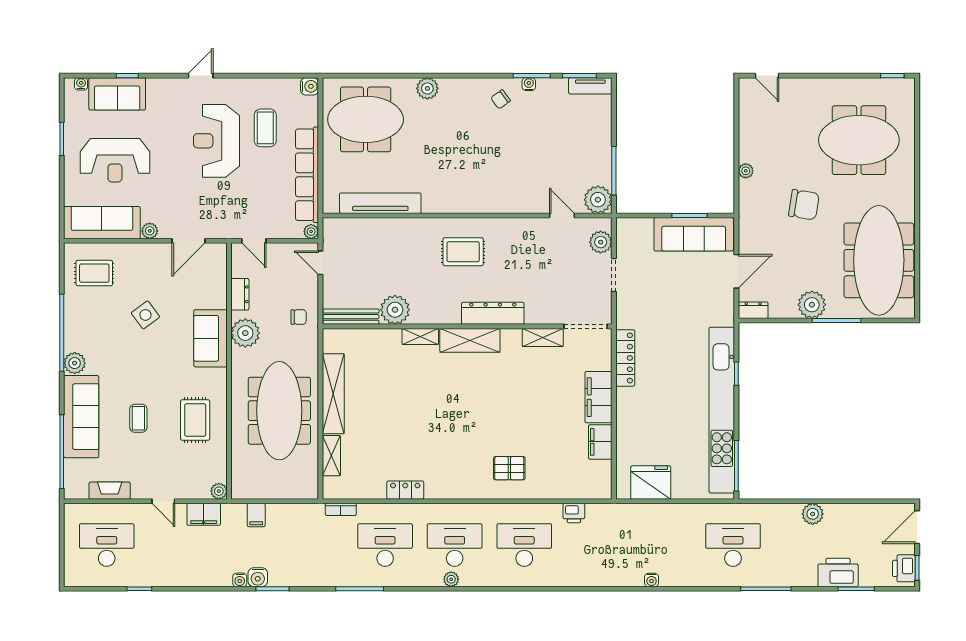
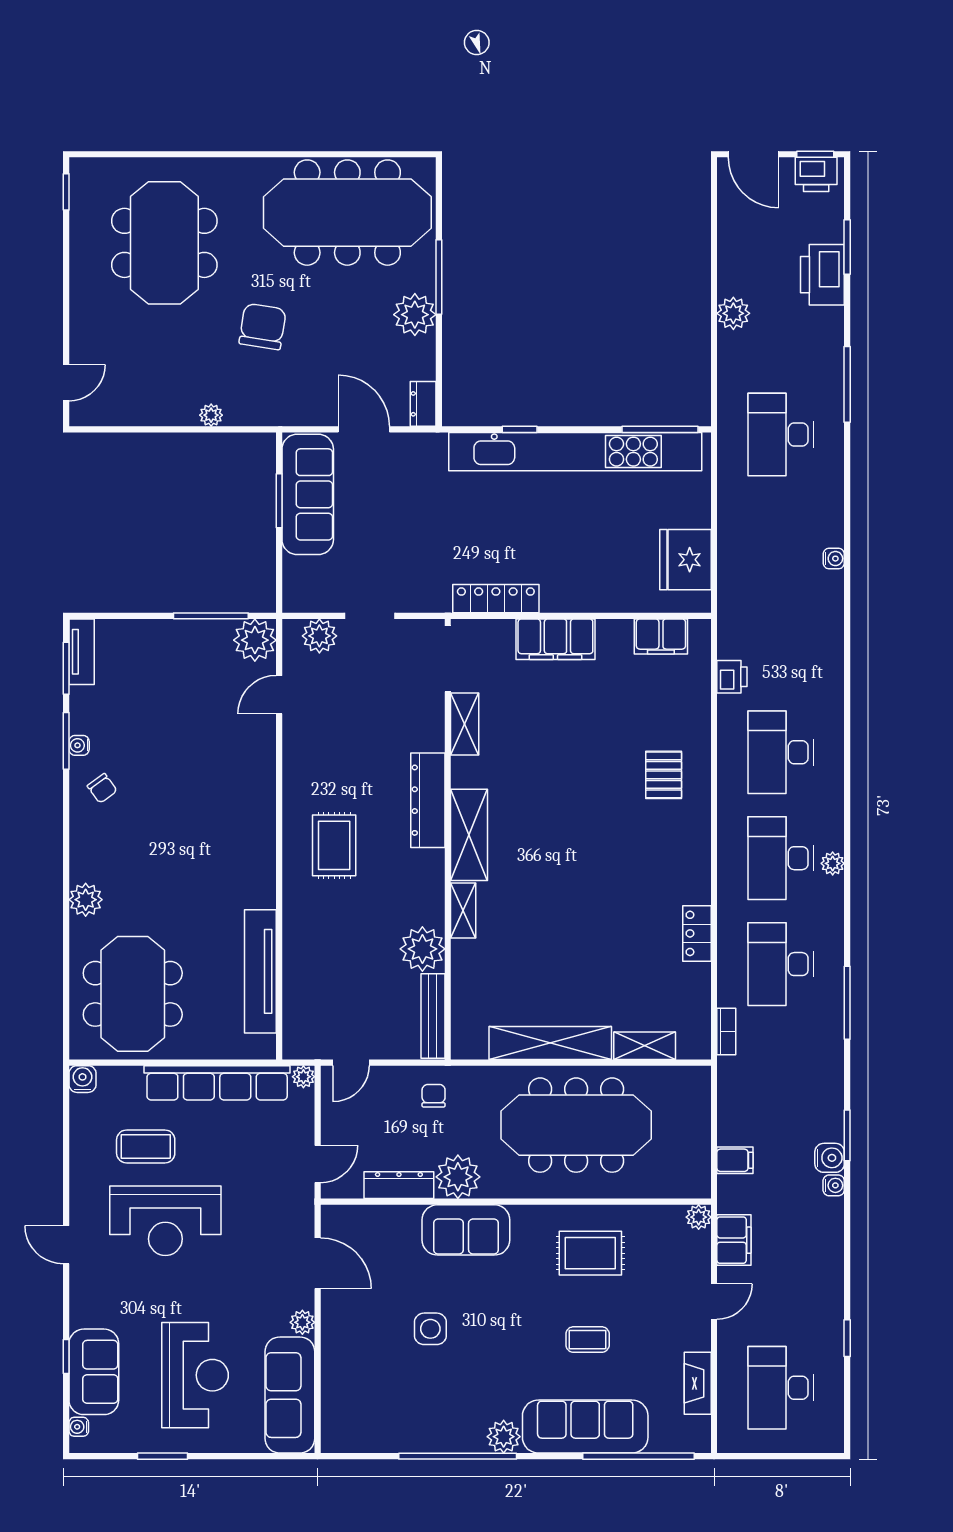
rug: (94, 273) -> (367, 1407), removed
dresser: (240, 294) -> (399, 1185), width x1.44
side table: (145, 315) -> (430, 1329), turned 37
filing cabinet: (600, 442) -> (661, 637), moved

